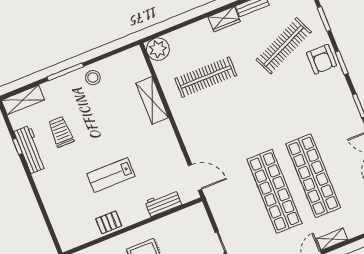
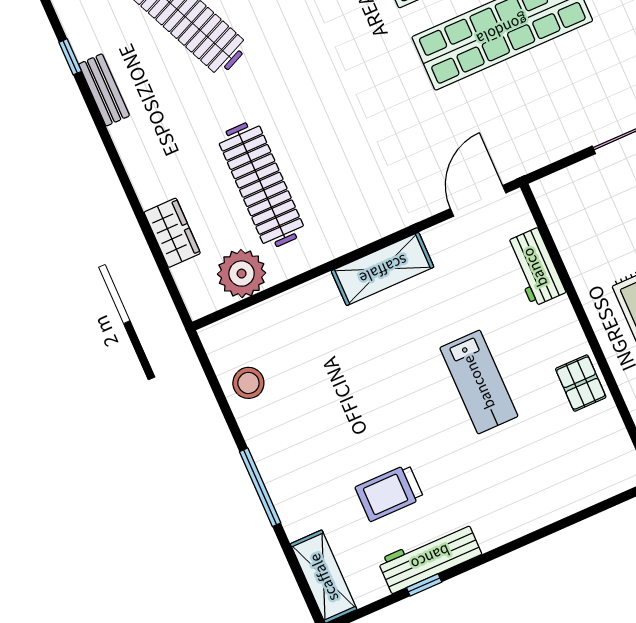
wardrobe: (224, 19) -> (172, 233), moved
plant: (158, 49) -> (242, 274), moved
stool: (93, 78) -> (248, 383), moved
shelving: (152, 100) -> (383, 269), moved

